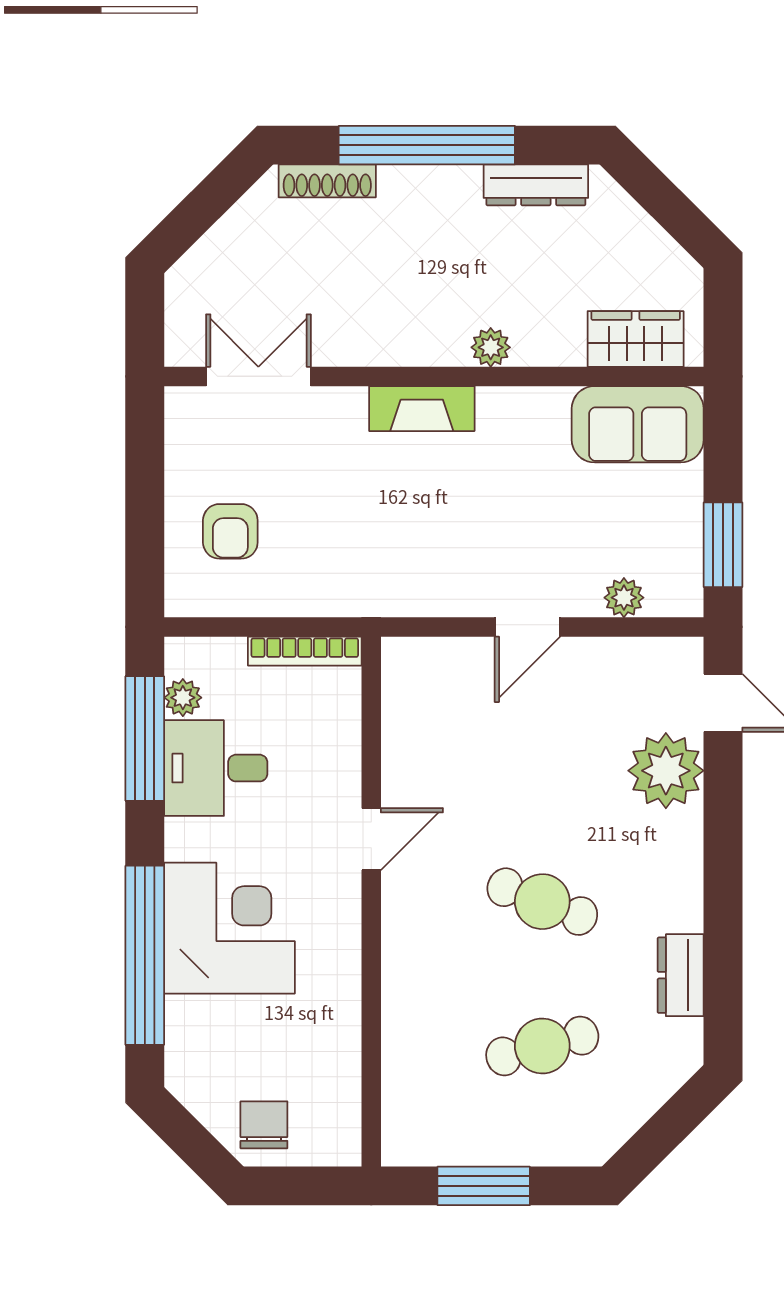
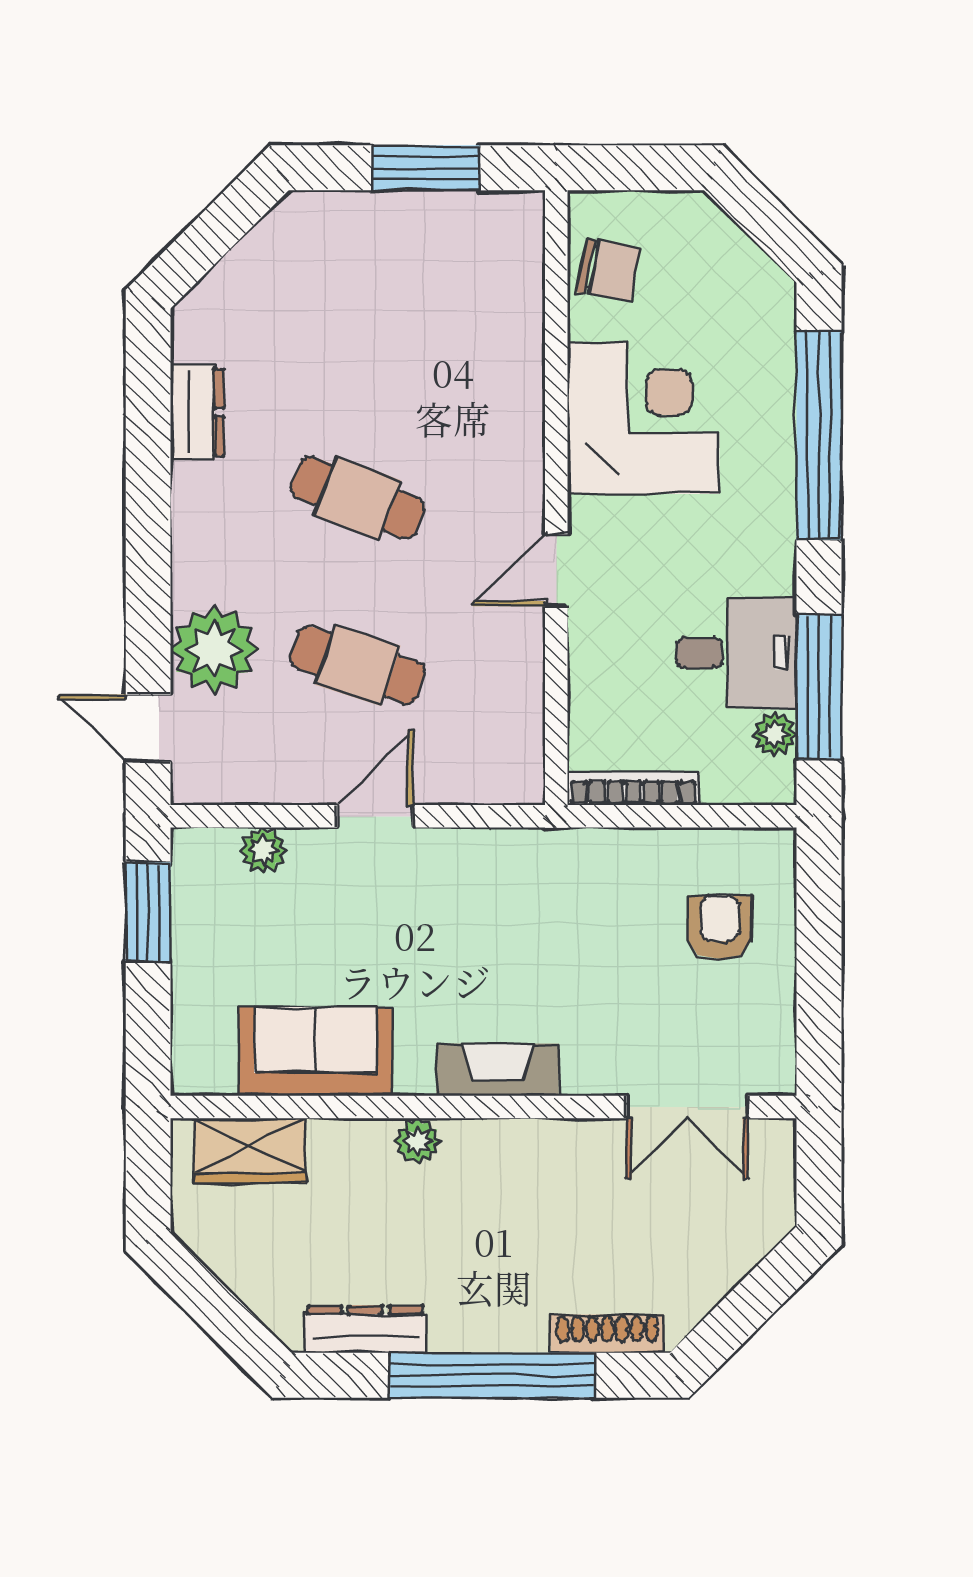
sofa: (638, 424) -> (316, 1052), moved
corner desk: (229, 928) -> (643, 418), moved, turned 180
cafe table: (542, 1046) -> (358, 665), moved, turned 33
chair: (264, 1125) -> (608, 270), moved, turned -80

